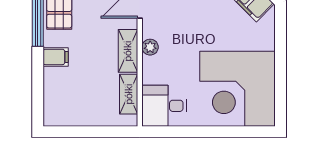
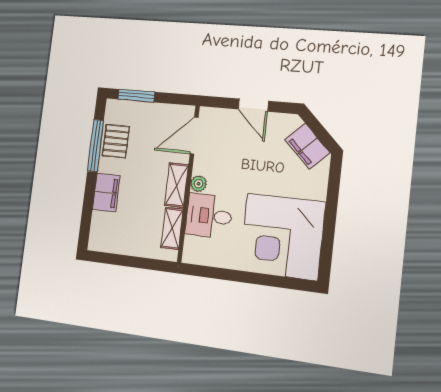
filing cabinet: (56, 57) -> (106, 193), width x2.00
desk: (164, 106) -> (209, 216), moved

